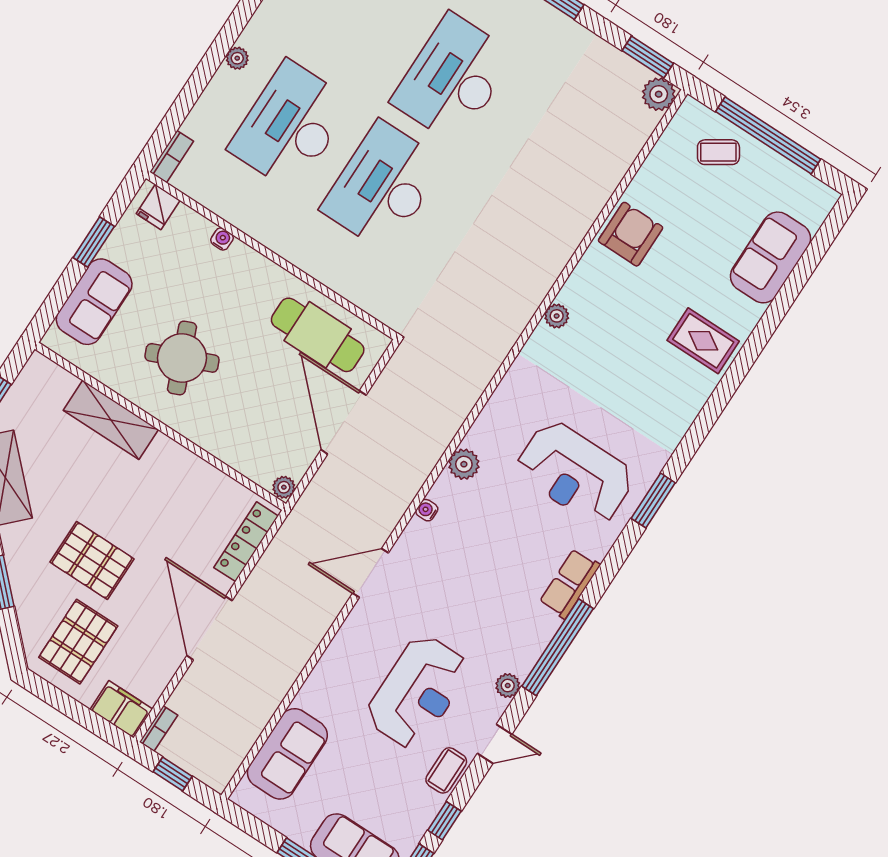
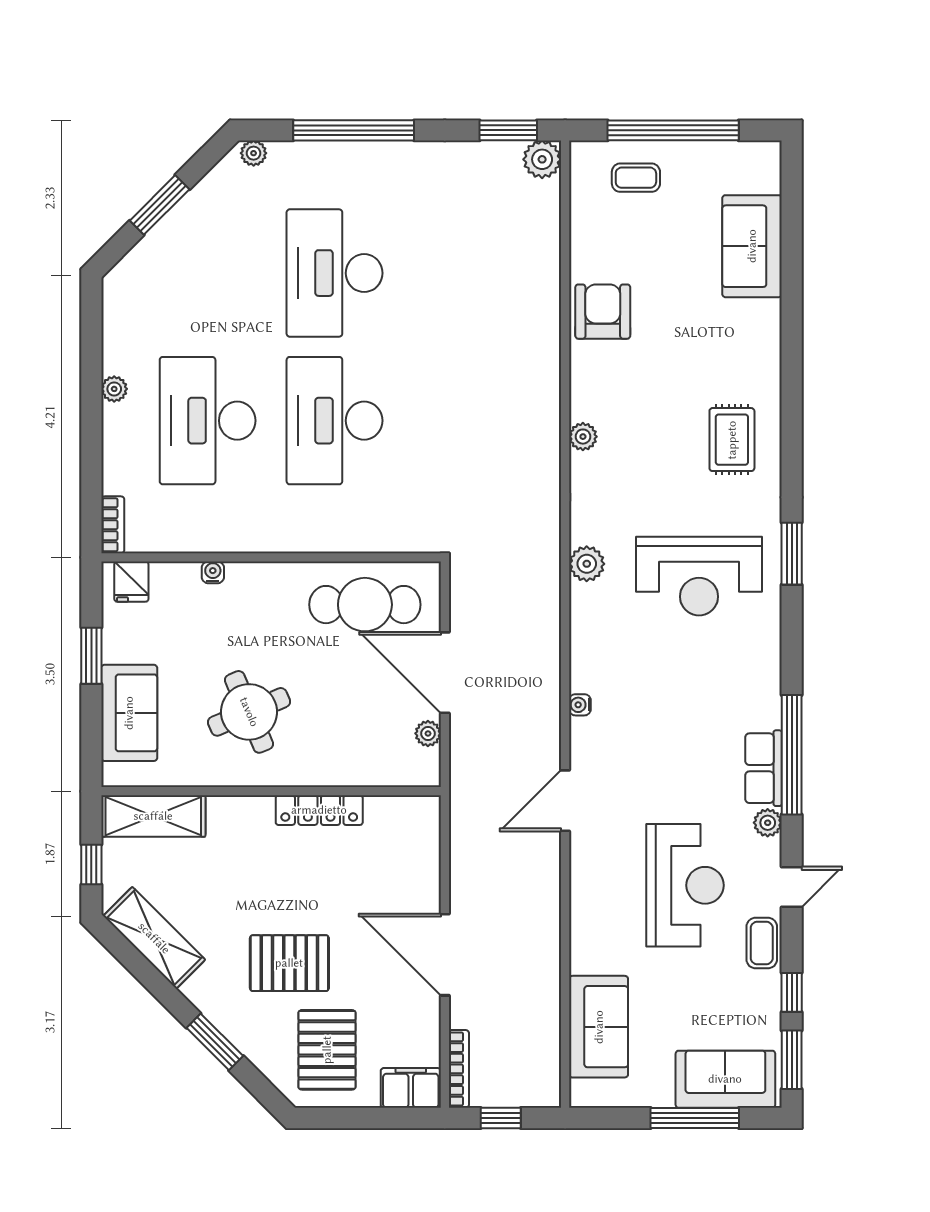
coffee table: (718, 152) -> (636, 178), turned 33
rug: (703, 341) -> (732, 440), moved, turned 90
shelving: (111, 420) -> (153, 816), moved
plant: (464, 464) -> (587, 564), moved
plant: (284, 487) -> (428, 733), moved
locker: (246, 542) -> (319, 810), moved, turned -90
row of seats: (570, 584) -> (763, 768), moved
bookcase: (159, 729) -> (459, 1069), width x1.56

